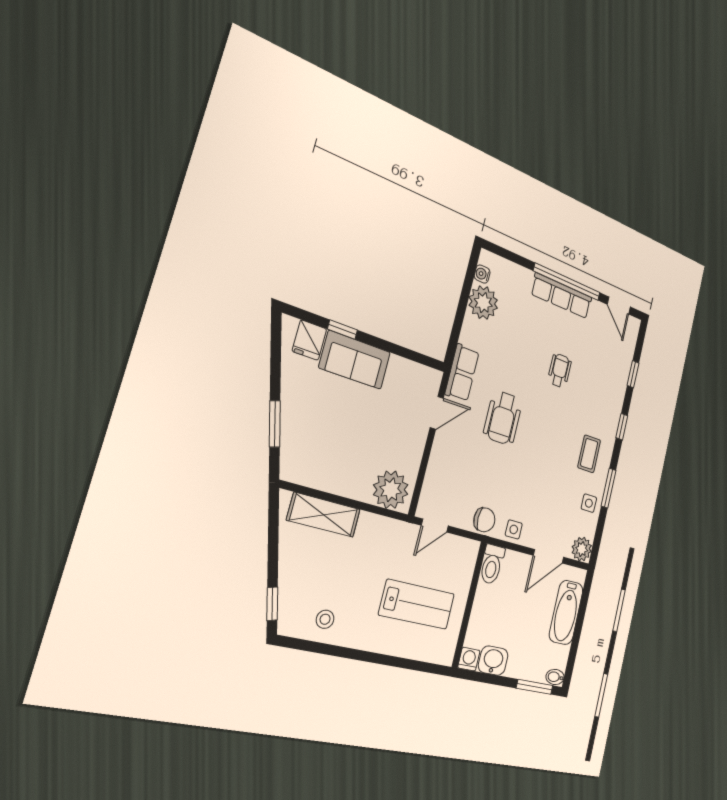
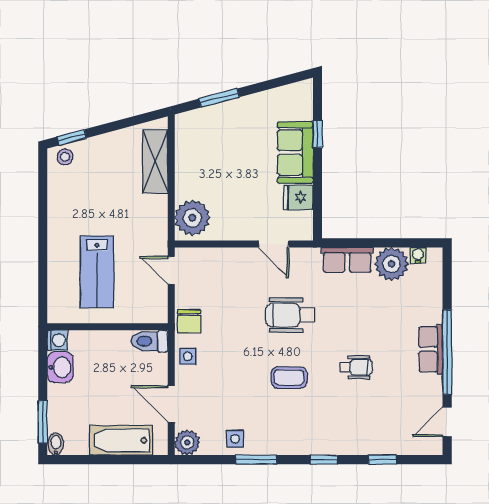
row of seats: (562, 296) -> (431, 349), width x0.68
fridge: (309, 340) -> (298, 197), moved
row of seats: (462, 373) -> (347, 260), moved
coffee table: (589, 454) -> (289, 377), moved
stool: (325, 619) -> (65, 157), moved

